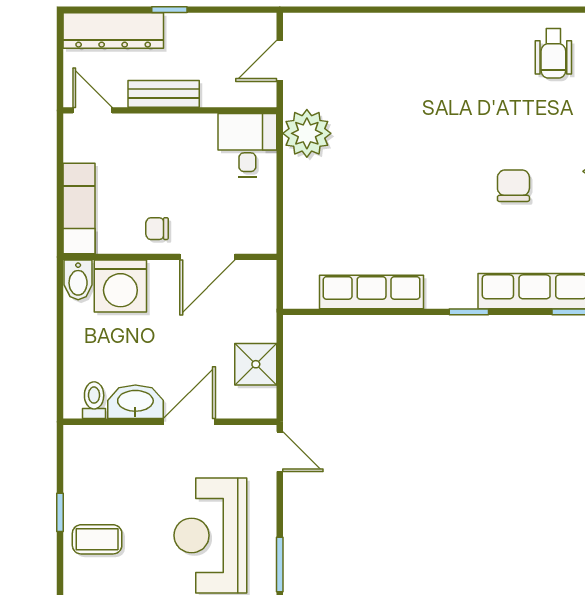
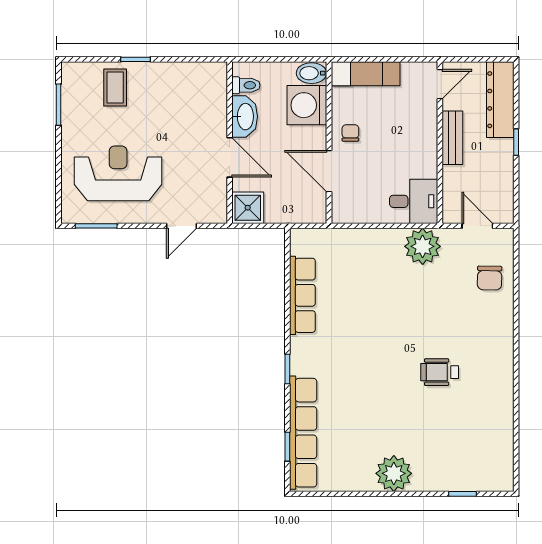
wheelchair: (553, 53) -> (440, 372), moved
chair: (513, 186) -> (490, 278), moved, turned 91
toilet: (94, 400) -> (246, 85), moved
washbasin: (135, 402) -> (245, 117), moved
wall: (170, 422) -> (230, 143), moved
door: (189, 422) -> (230, 157), moved

